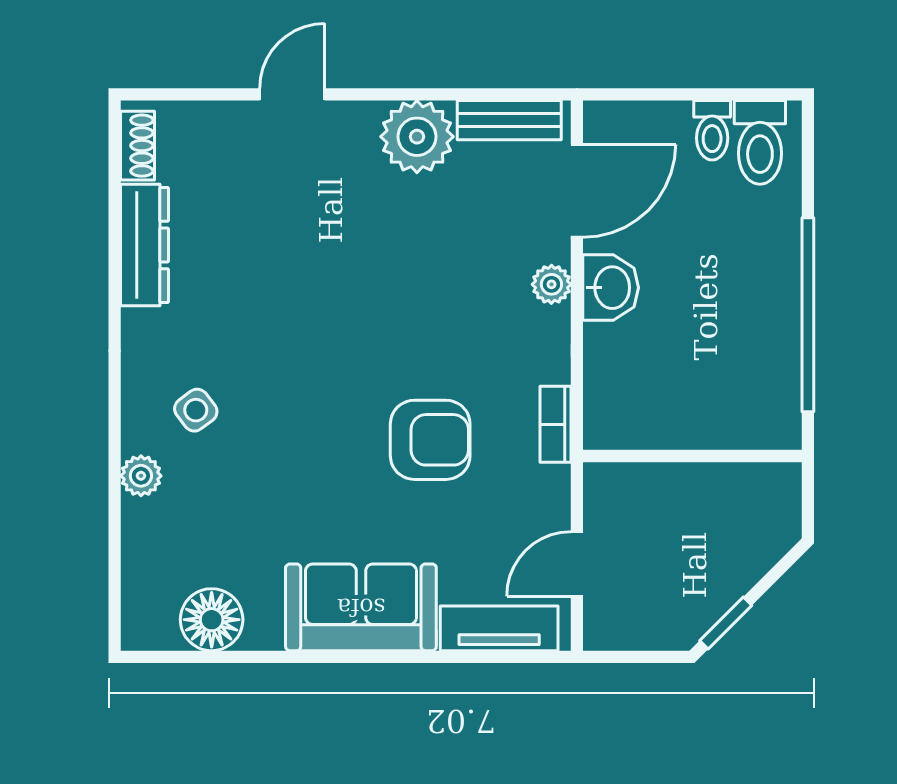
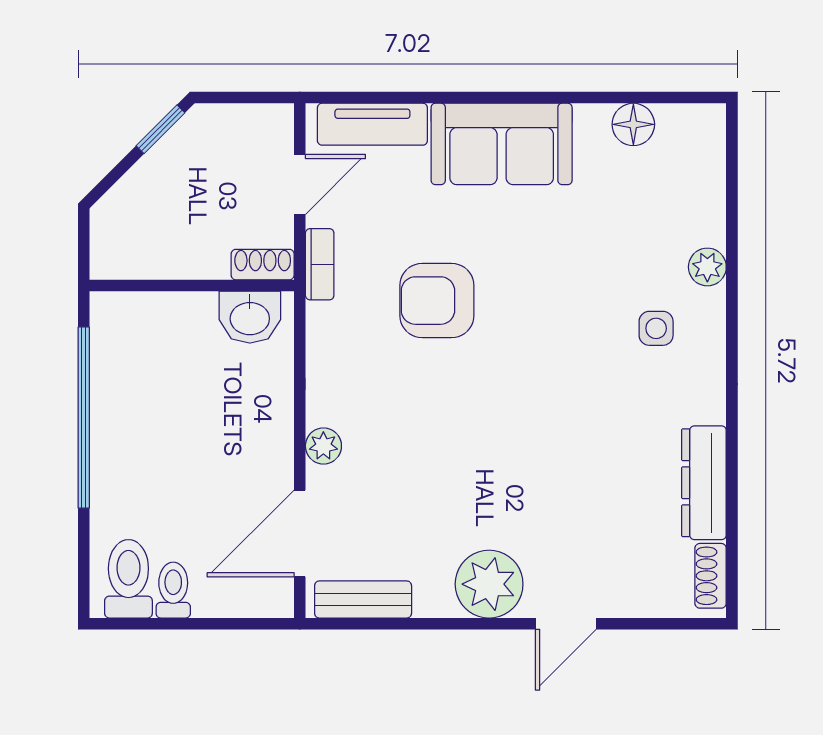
plant: (417, 137) -> (489, 584), moved
washbasin: (611, 288) -> (250, 317), moved, turned -90
side table: (196, 410) -> (656, 328), turned 37
bookcase: (555, 424) -> (320, 264), moved
shoe rack: (616, 478) -> (263, 265), added
floor lamp: (212, 620) -> (633, 124), width x0.73, depth x0.73

